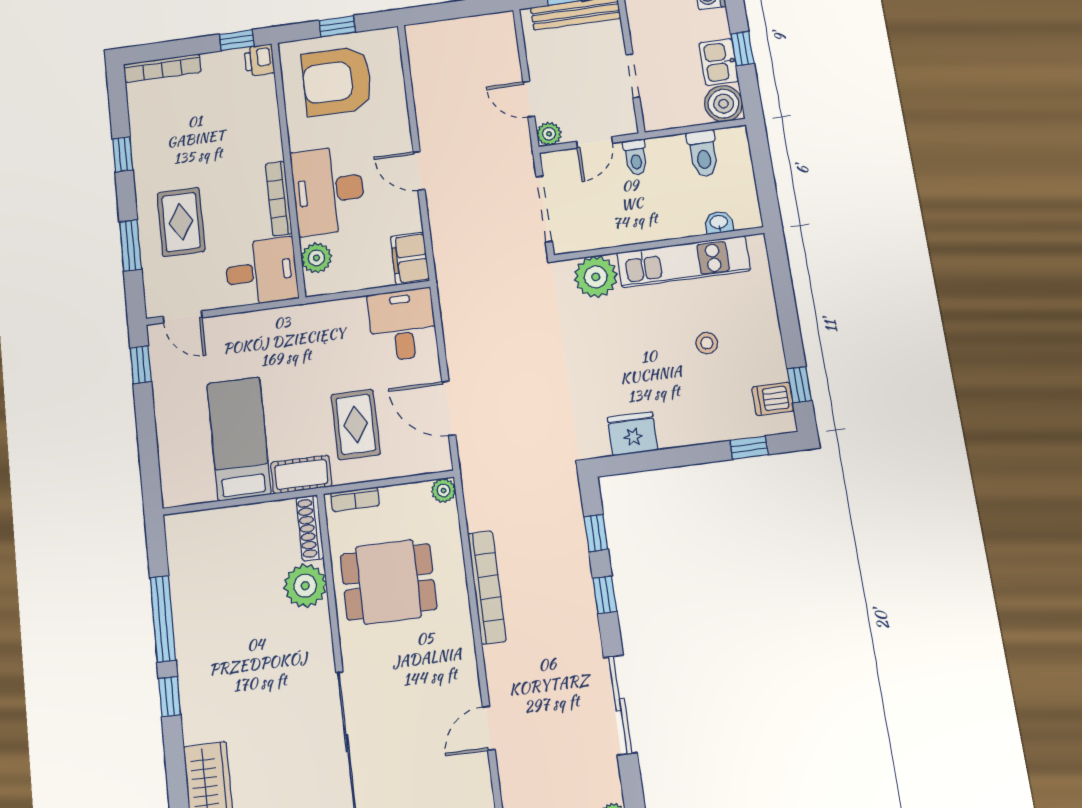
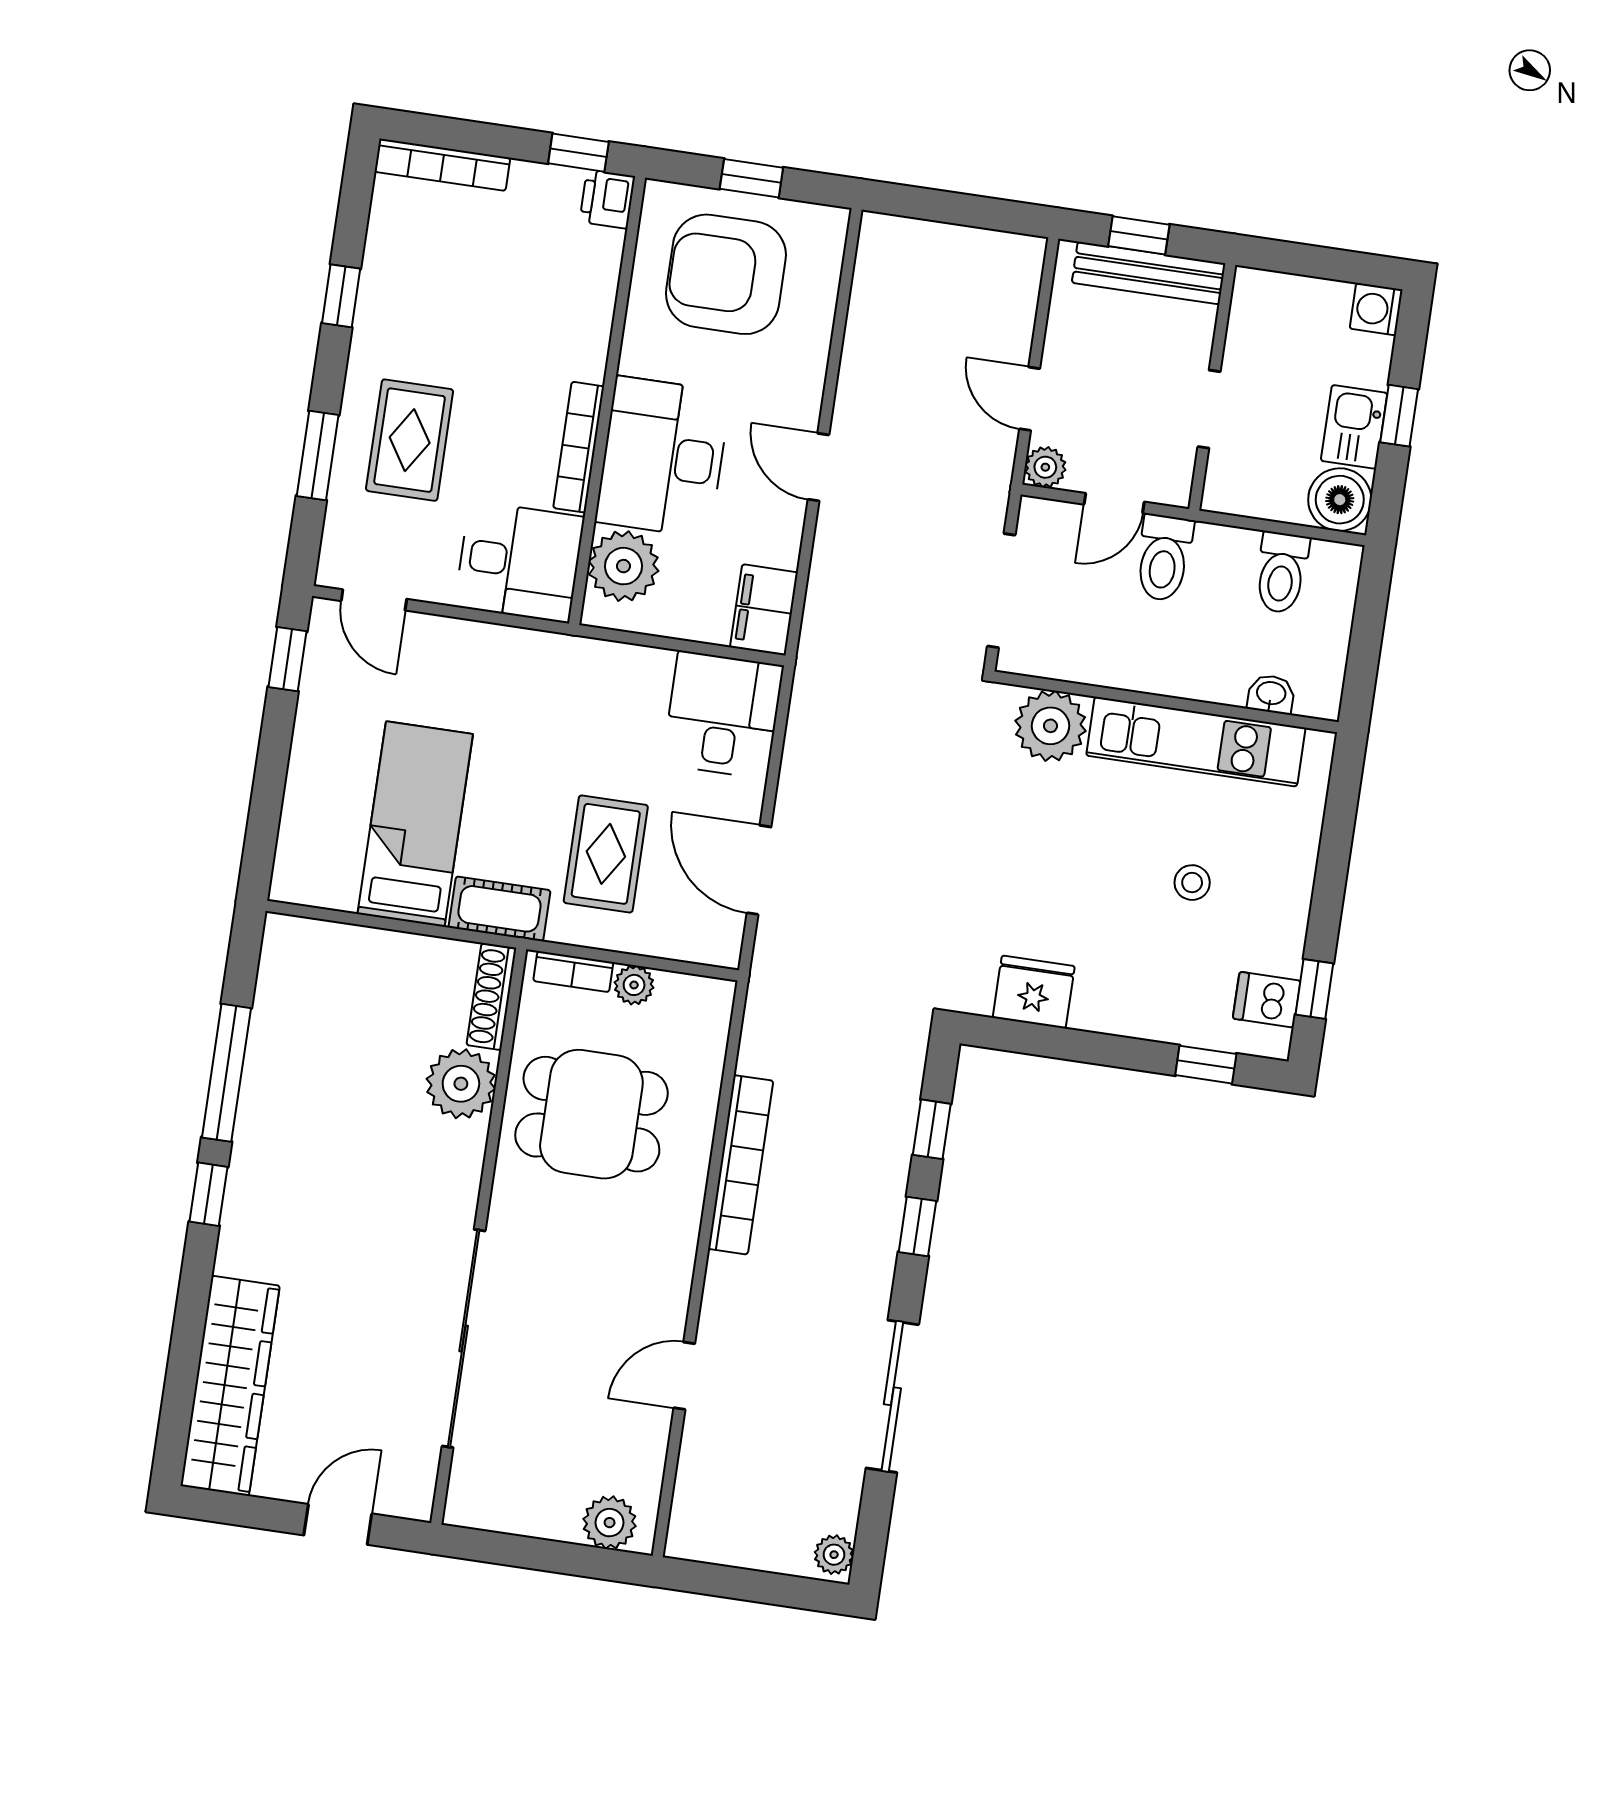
toilet: (636, 157) -> (1164, 558), width x1.37, depth x1.39
plant: (316, 258) -> (624, 566), width x1.36, depth x1.36
plant: (444, 490) -> (634, 985), moved

